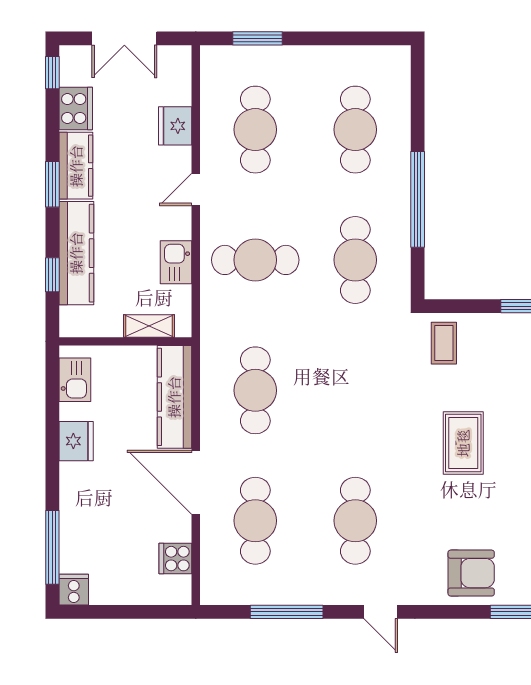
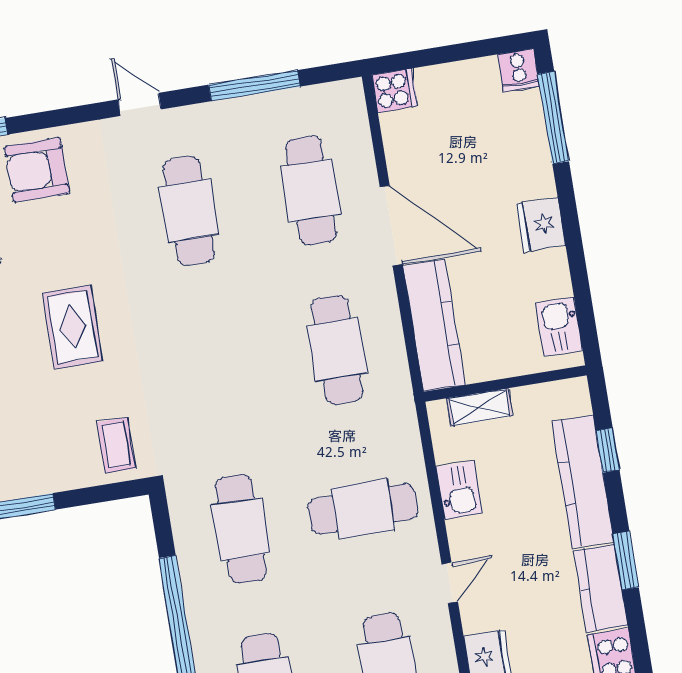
fridge: (76, 441) -> (541, 224), moved
cooker: (175, 559) -> (395, 90), moved

